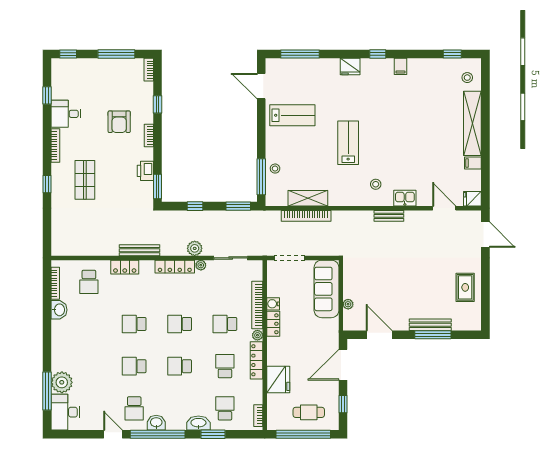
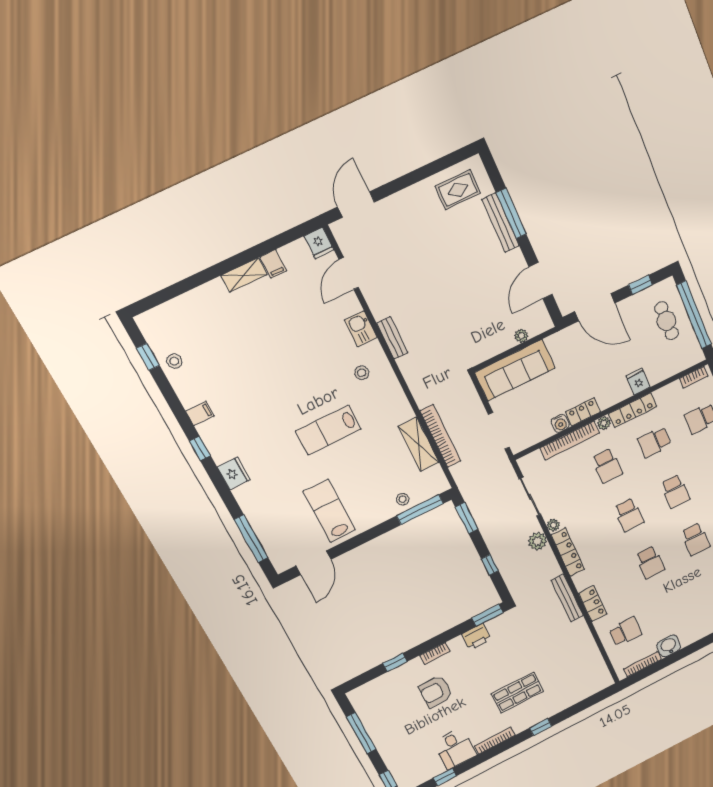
bookcase: (149, 70) -> (361, 691), removed
stool: (467, 78) -> (174, 361), moved
armchair: (119, 122) -> (436, 691), turned 180
shelving: (472, 123) -> (244, 275), width x0.45, depth x0.75
rug: (465, 287) -> (458, 190), moved
fridge: (278, 379) -> (638, 382), width x0.53, depth x0.75

